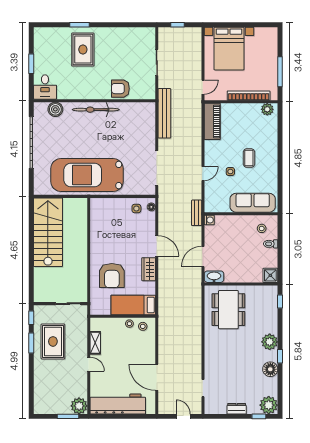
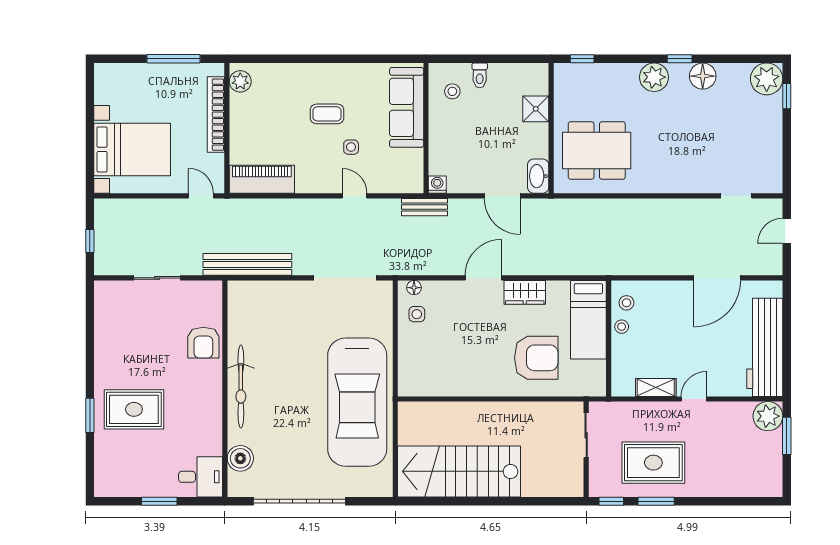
shower: (270, 275) -> (536, 109), moved
dresser: (237, 409) -> (773, 136), removed

